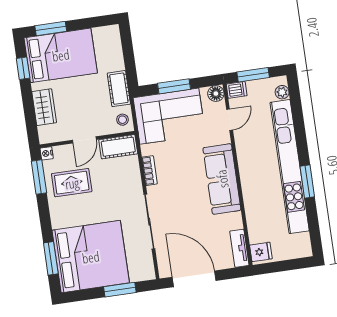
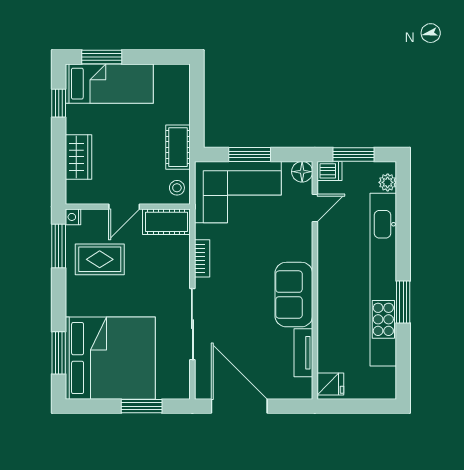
bed: (61, 55) -> (109, 84), width x0.67
sofa: (222, 179) -> (294, 295), width x0.73
tv unit: (239, 248) -> (303, 353), moved

